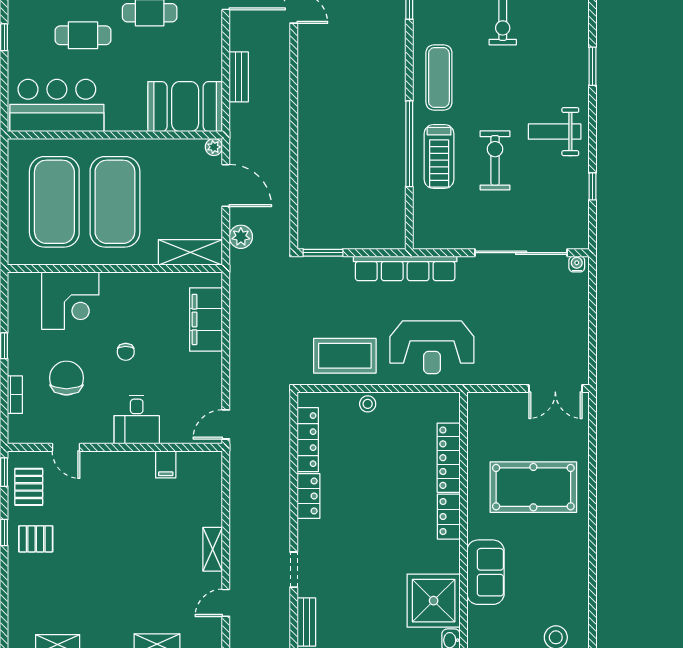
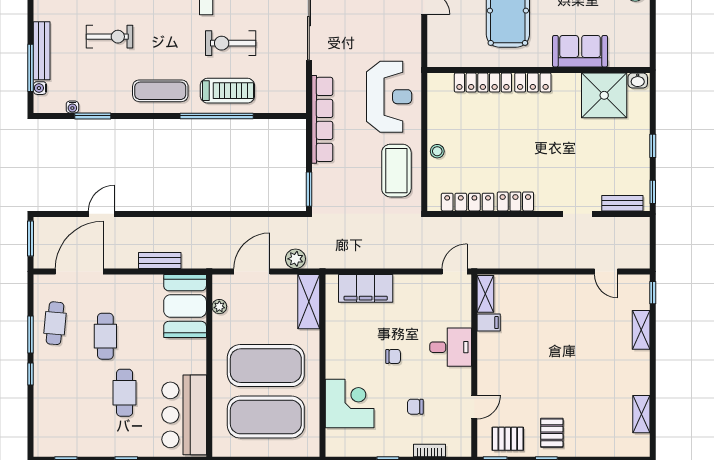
plant: (214, 147) -> (219, 307), moved
chair: (66, 378) -> (415, 407), width x0.54, depth x0.54
door: (226, 424) -> (455, 272), swing flipped
shelving: (213, 549) -> (485, 294), moved, turned 90

